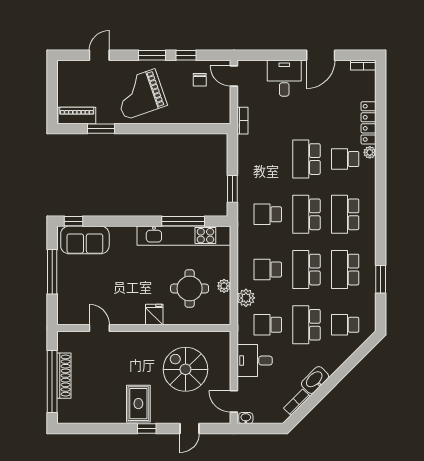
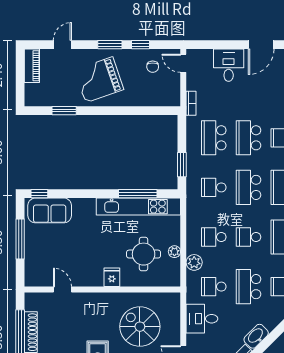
piano: (77, 115) -> (32, 66), moved, turned 90
school desk: (268, 159) -> (214, 138), added
school desk: (306, 270) -> (248, 237), width x0.54

